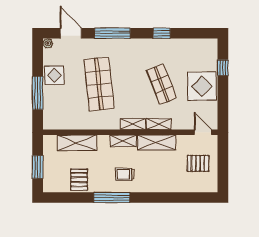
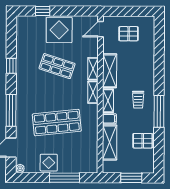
shop shelf: (162, 84) -> (57, 66), turned 39
filing cabinet: (103, 143) -> (109, 119), added
pallet: (198, 163) -> (129, 34), turned 90

